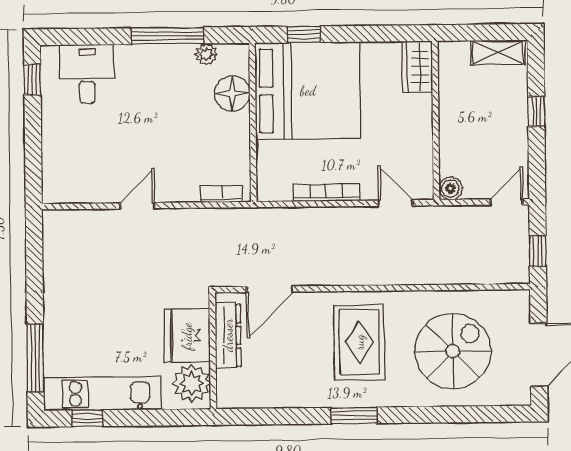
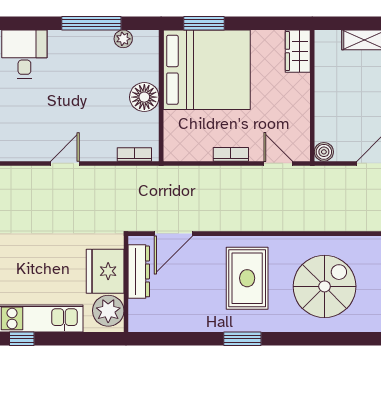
window: (304, 34) -> (204, 23), width x1.50
floor lamp: (232, 93) -> (144, 97), moved
bookcase: (326, 193) -> (231, 154), width x0.64

